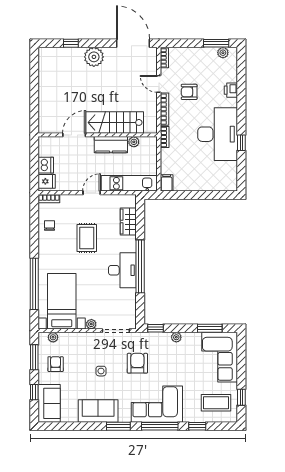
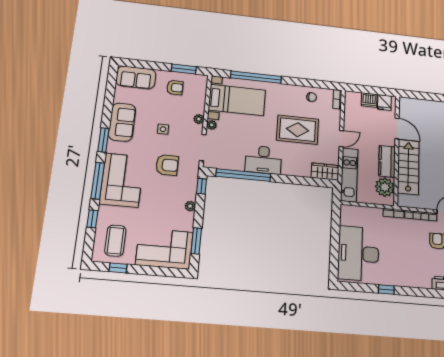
desk: (218, 134) -> (358, 254), moved, turned 90
plant: (134, 142) -> (385, 187), width x1.88, depth x1.88
fridge: (47, 181) -> (384, 102), moved
filing cabinet: (167, 183) -> (348, 211), removed
door: (92, 193) -> (341, 139), hinge flipped
wardrobe: (128, 222) -> (325, 172), moved
rug: (87, 238) -> (298, 130), width x1.36, depth x1.43
window: (140, 266) -> (243, 175), moved
plant: (53, 337) -> (199, 119), moved
window: (34, 392) -> (149, 65), removed

